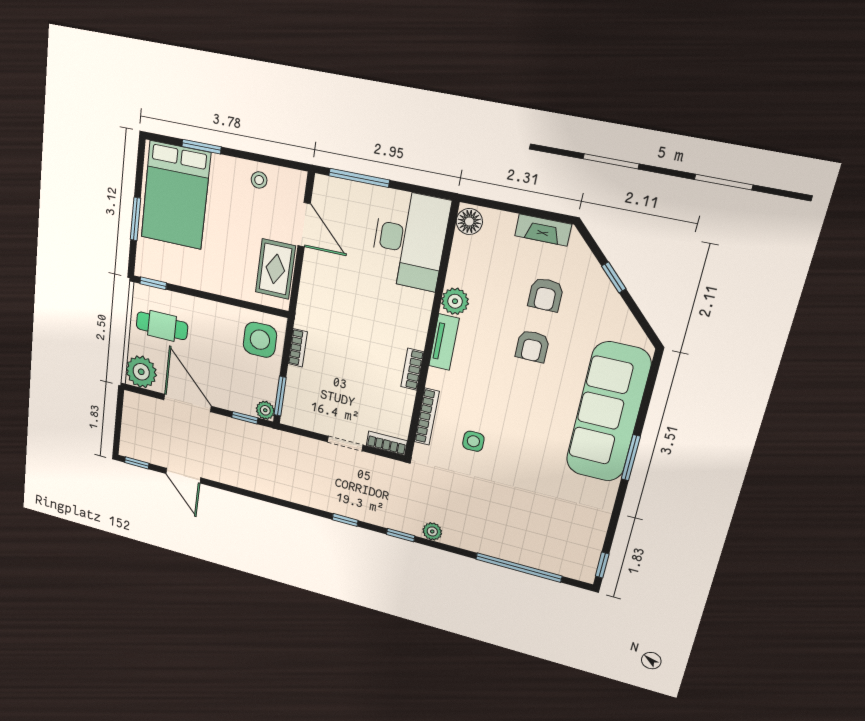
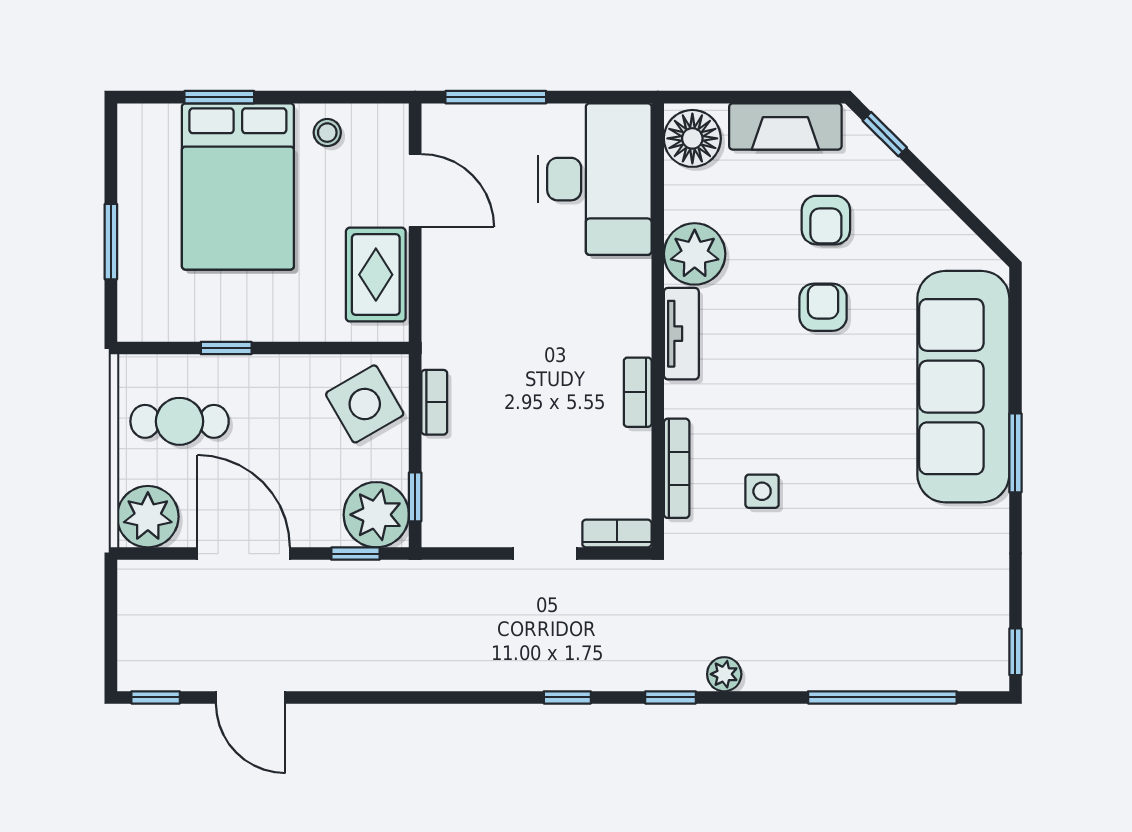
bed: (176, 195) -> (238, 186), moved
floor lamp: (469, 221) -> (692, 138), width x1.38, depth x1.38
fireplace: (543, 230) -> (785, 126), width x1.37, depth x1.32
window: (614, 277) -> (885, 134), moved
window: (153, 283) -> (226, 348), moved
plant: (455, 301) -> (695, 254), width x1.36, depth x1.36
side table: (260, 340) -> (365, 404), turned -30
armchair: (532, 346) -> (823, 307), turned 180
window: (280, 396) -> (415, 497), width x0.67
plant: (265, 410) -> (376, 515), width x1.88, depth x1.88

